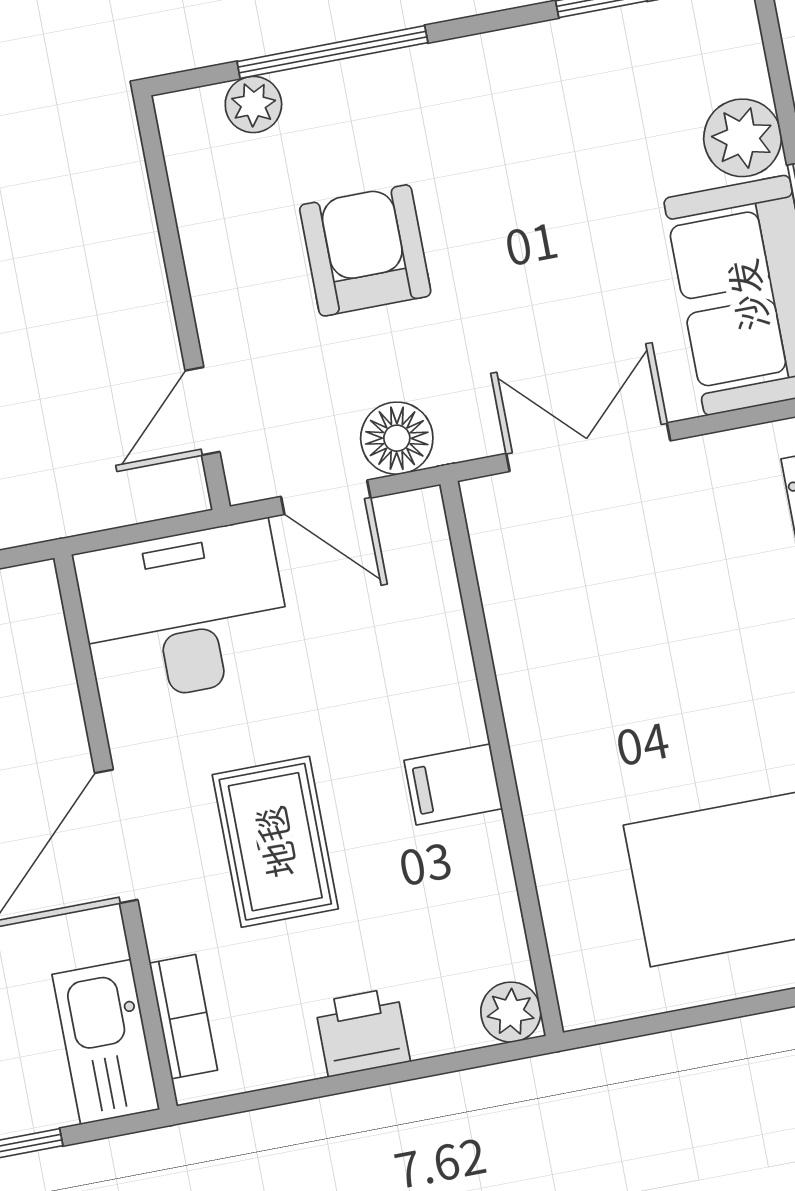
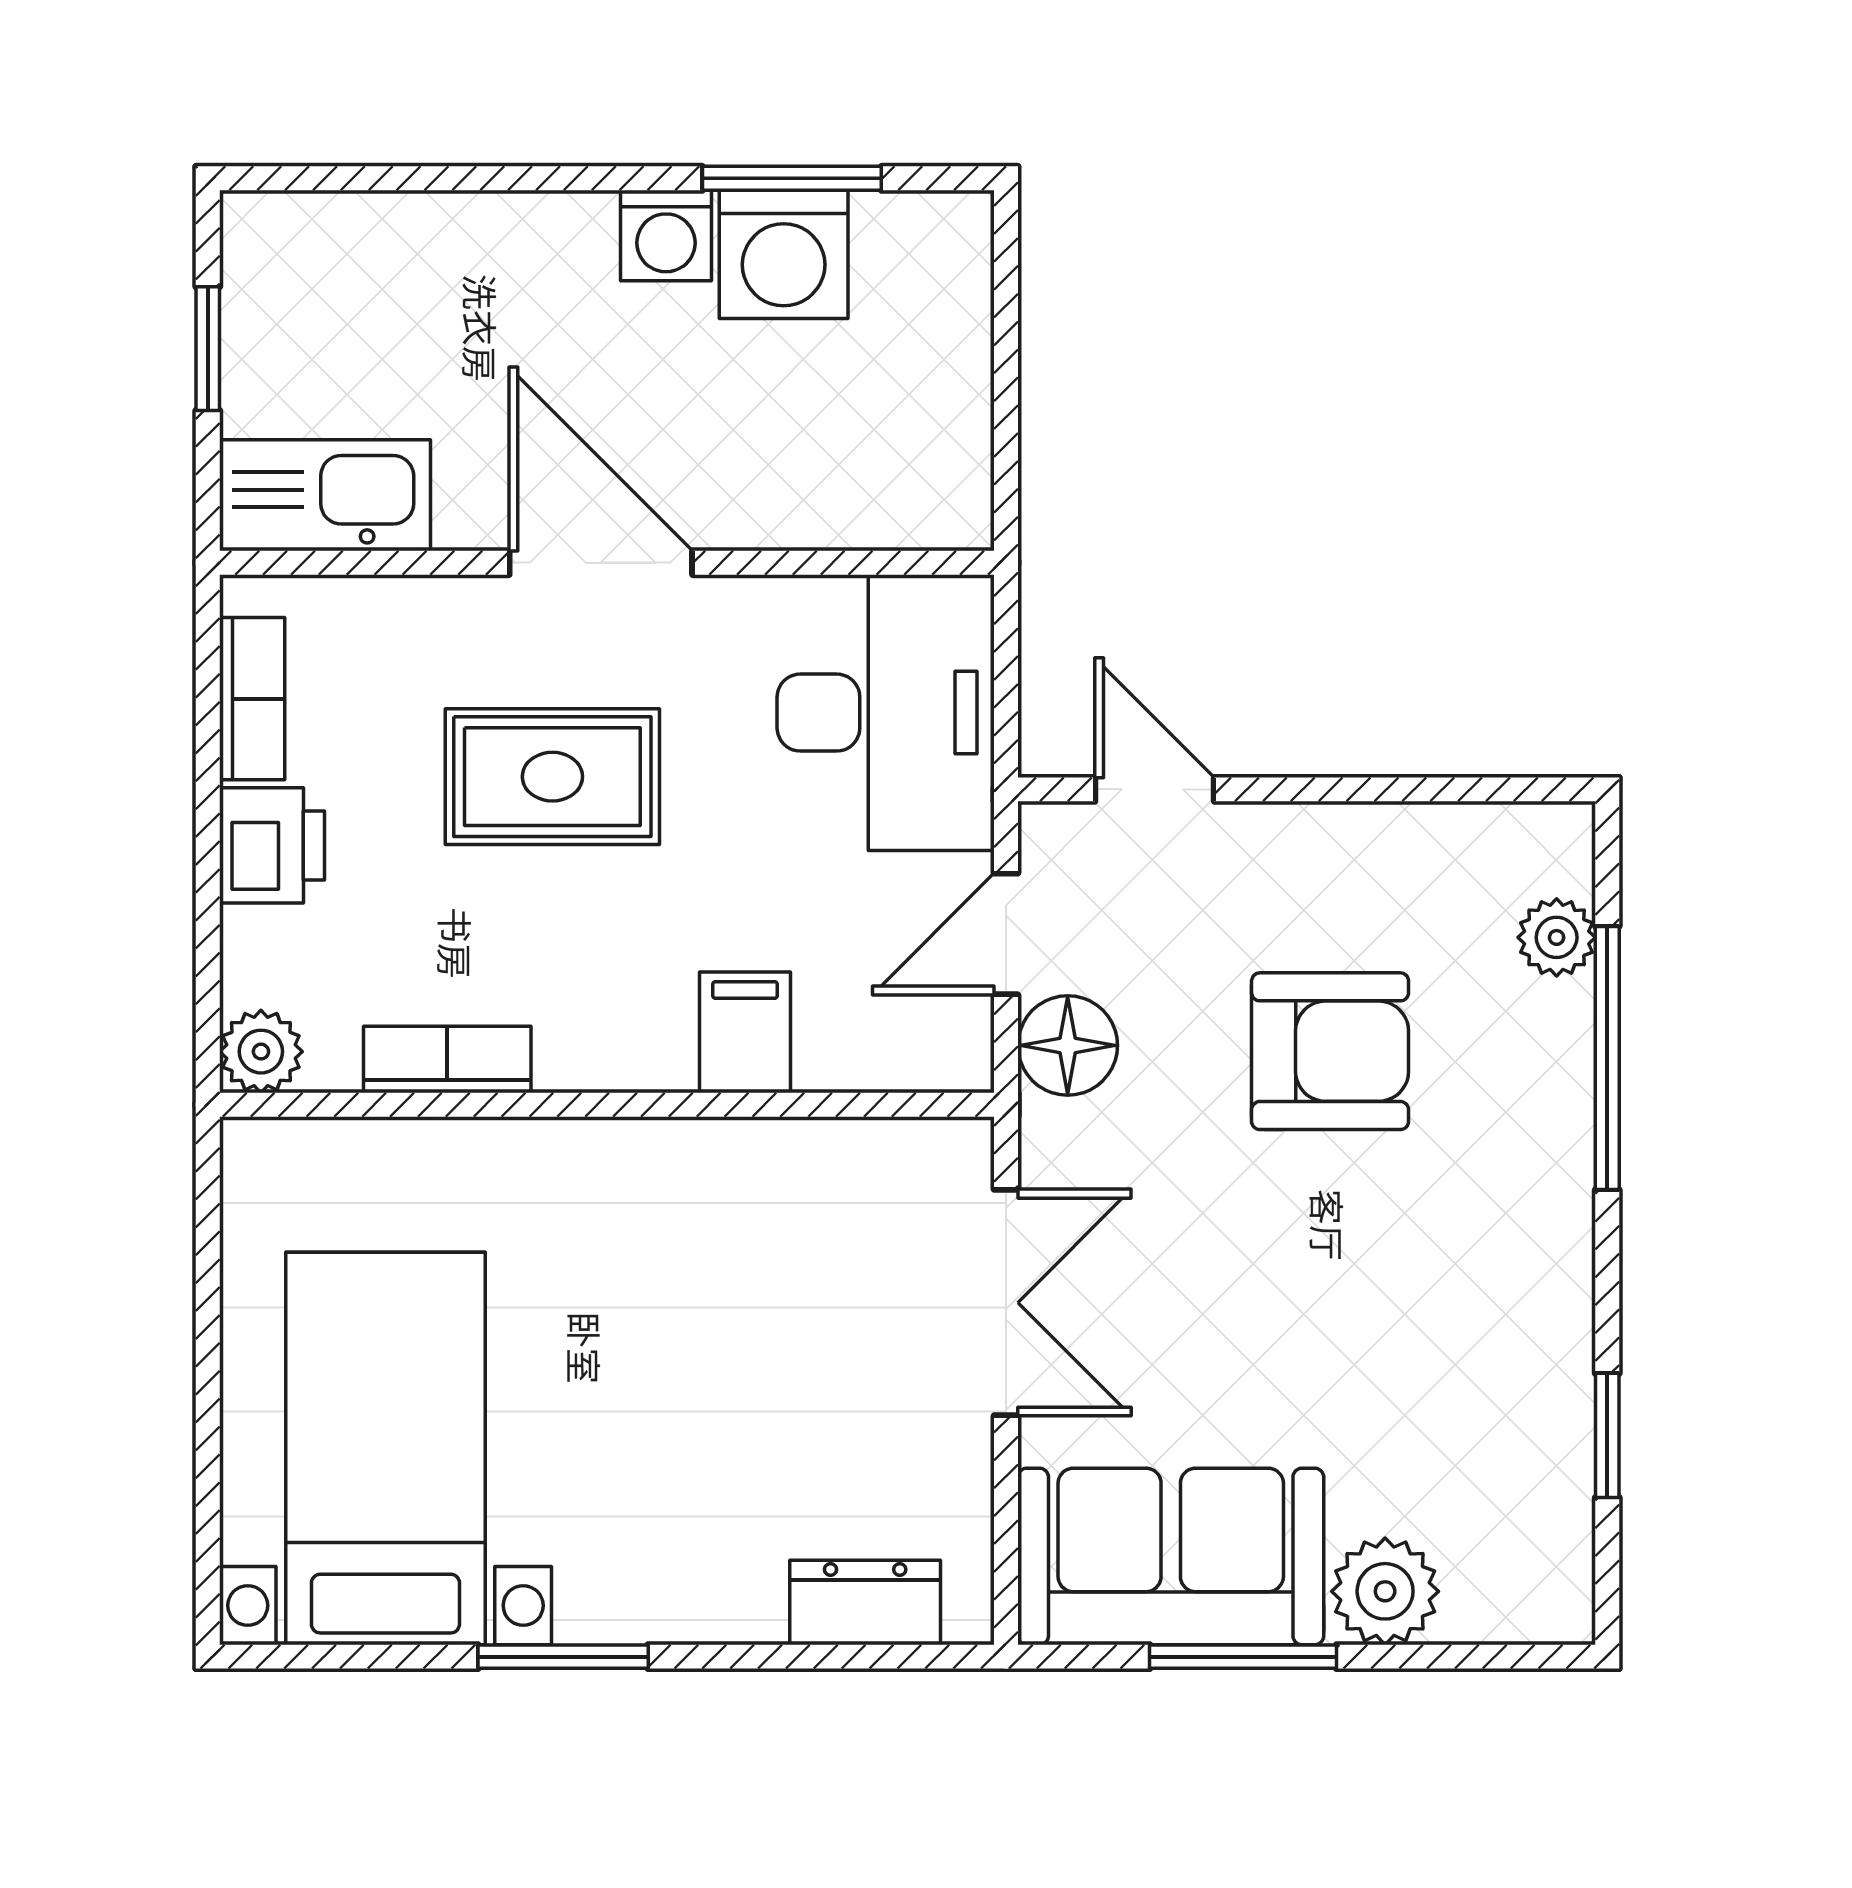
filing cabinet: (453, 784) -> (745, 1032), moved
bookcase: (491, 878) -> (447, 1059), added
bookcase: (183, 1017) -> (252, 699), moved, turned -90

